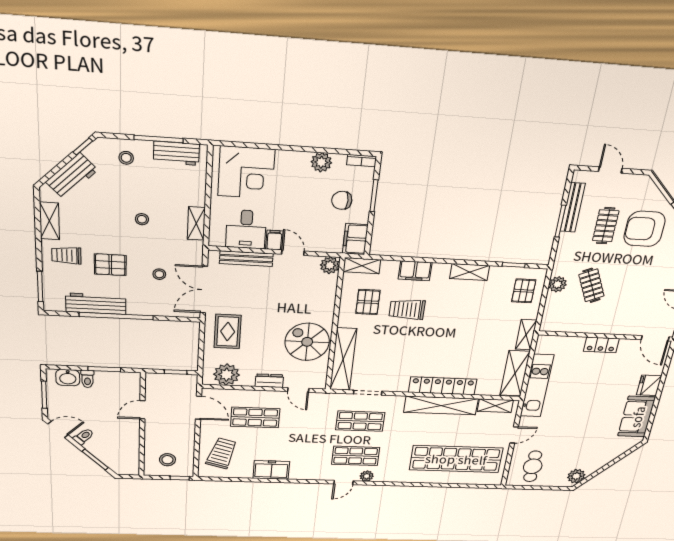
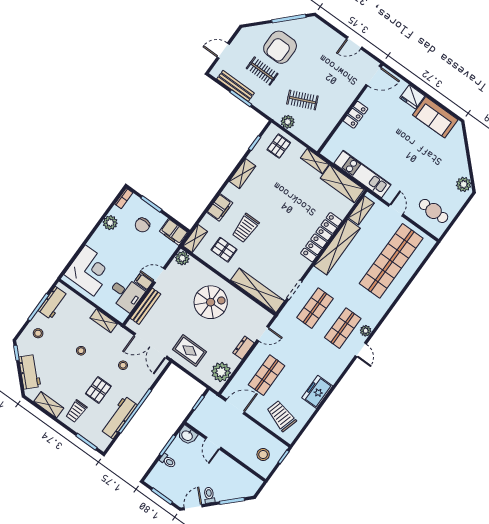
pallet: (524, 291) -> (279, 146), turned 90
spiral stairs: (307, 342) -> (211, 302), moved, turned 180
washbasin: (68, 378) -> (187, 435), moved, turned 90

